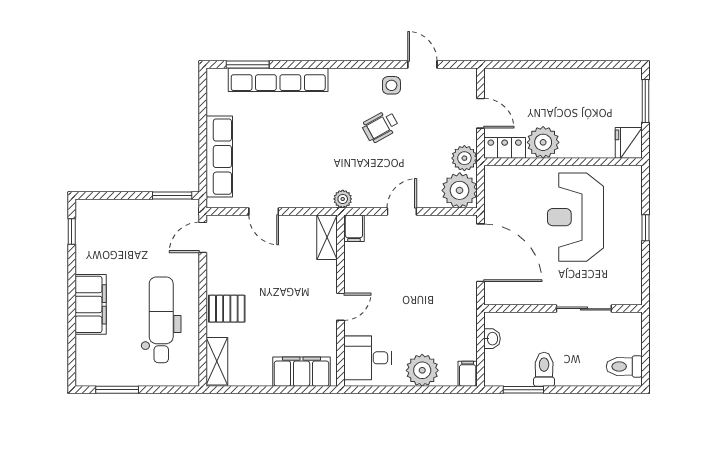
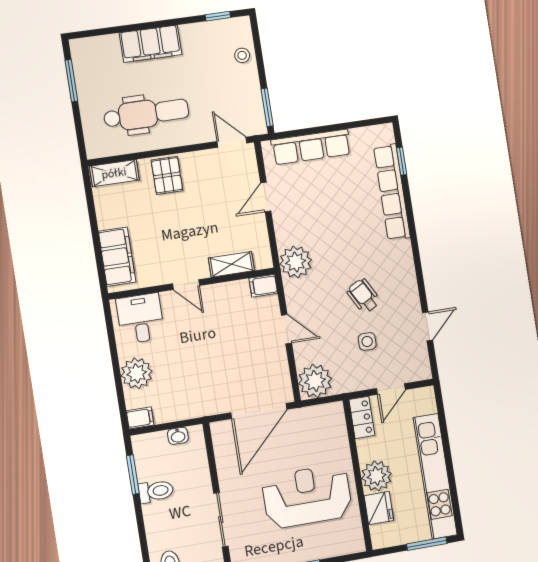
window: (248, 65) -> (402, 161), width x0.67
kitchen unit: (578, 81) -> (435, 476), added
side table: (391, 85) -> (367, 341), moved
plant: (543, 142) -> (376, 476), moved
fridge: (629, 143) -> (379, 508), moved, turned 90
plant: (464, 158) -> (346, 381), removed
plant: (343, 199) -> (296, 262), width x1.88, depth x1.88
stool: (115, 213) -> (242, 55), added
shelving: (327, 237) -> (231, 264), moved

